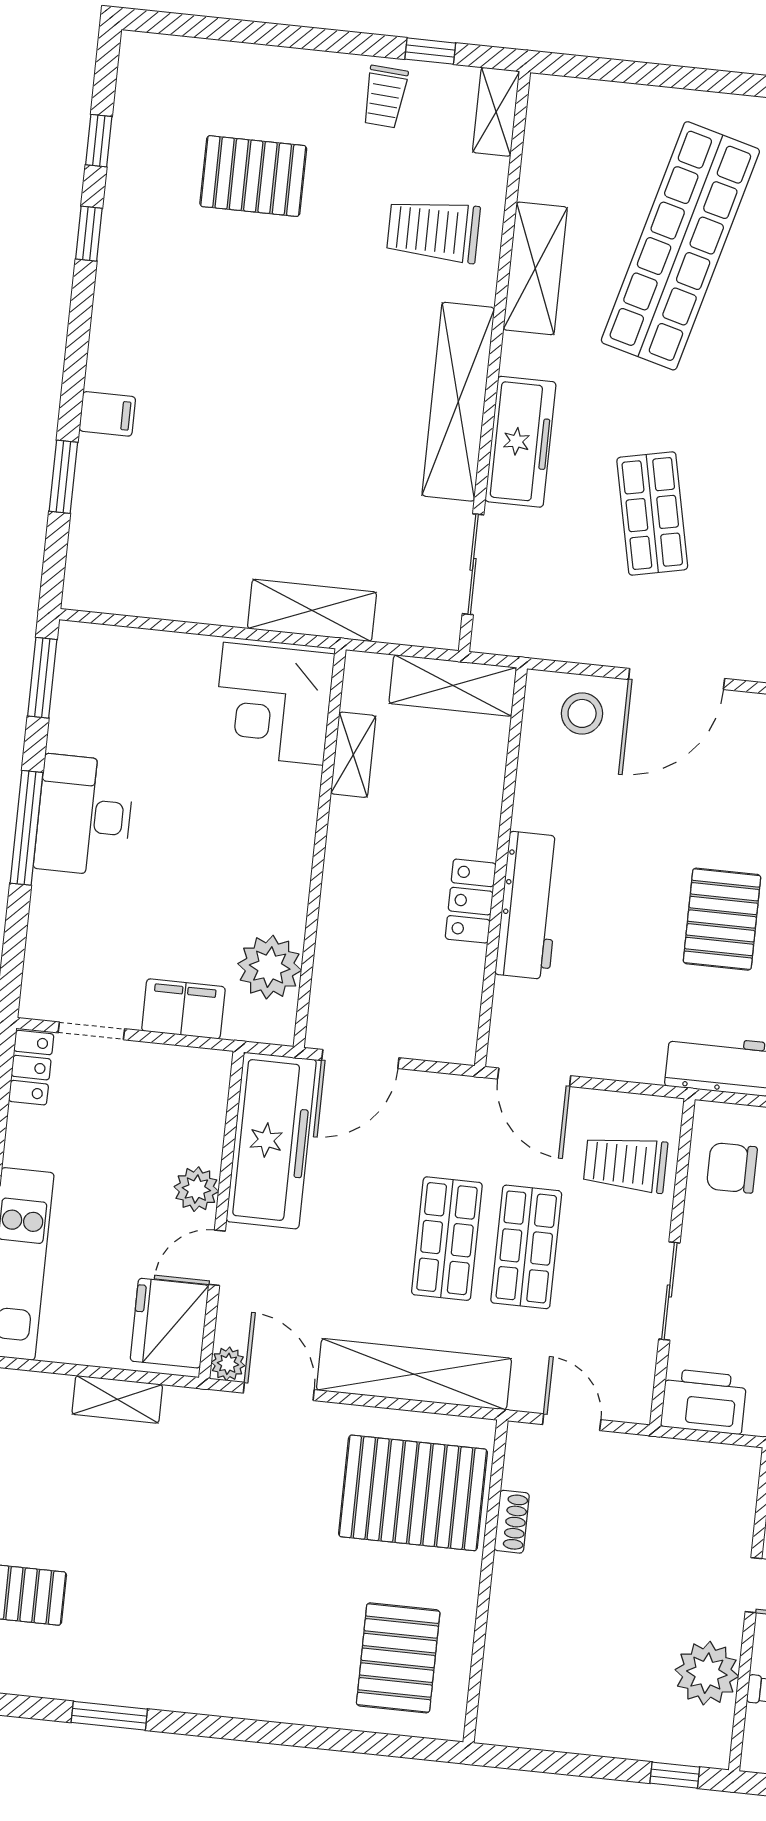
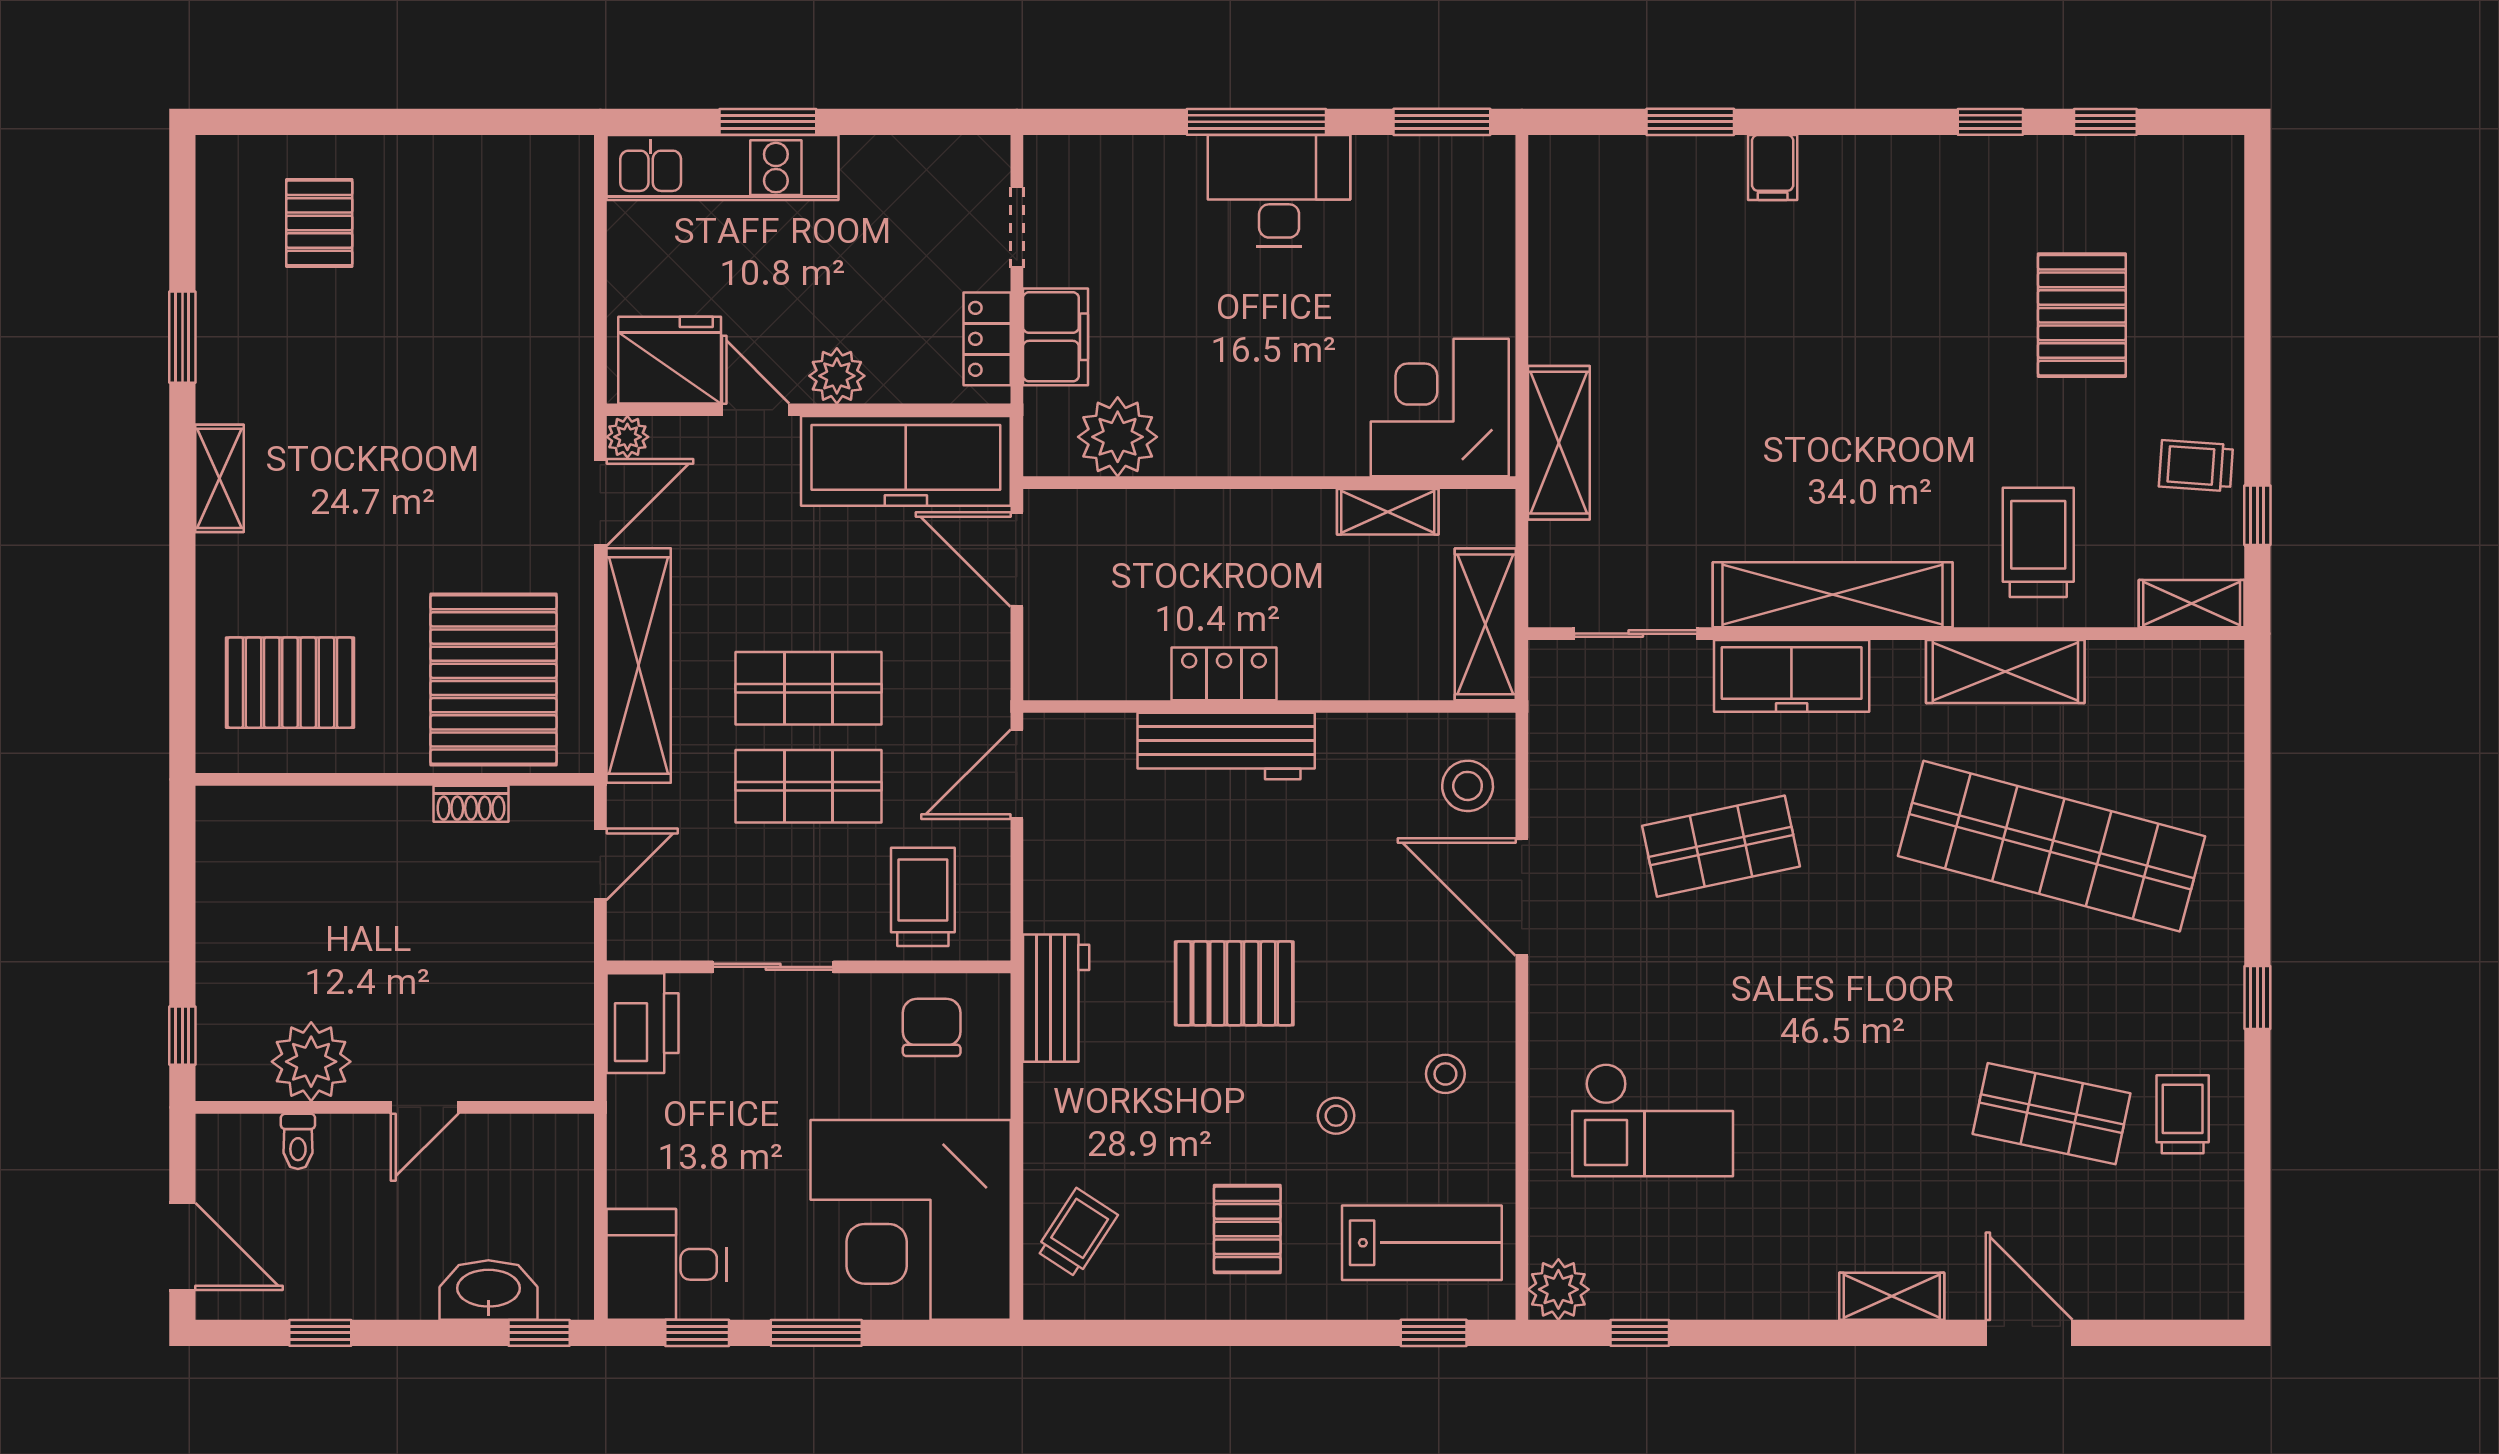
locker: (31, 1068) -> (987, 339), moved, turned 90
shelving: (117, 1399) -> (219, 478), moved

